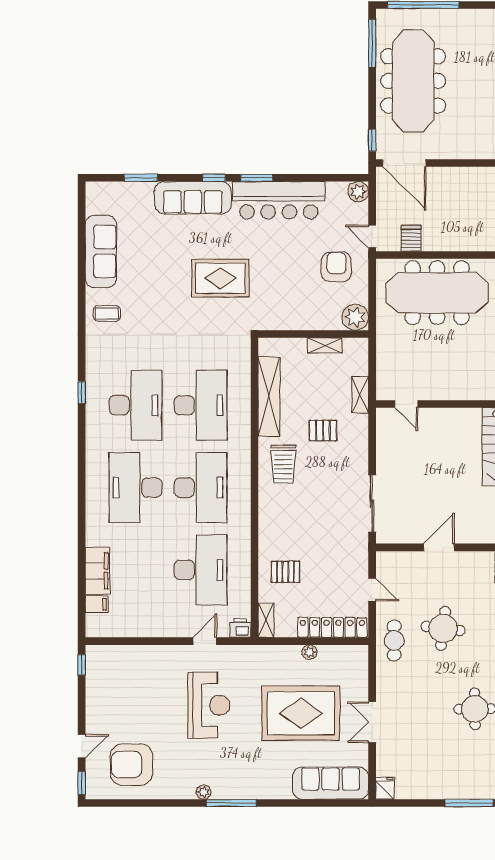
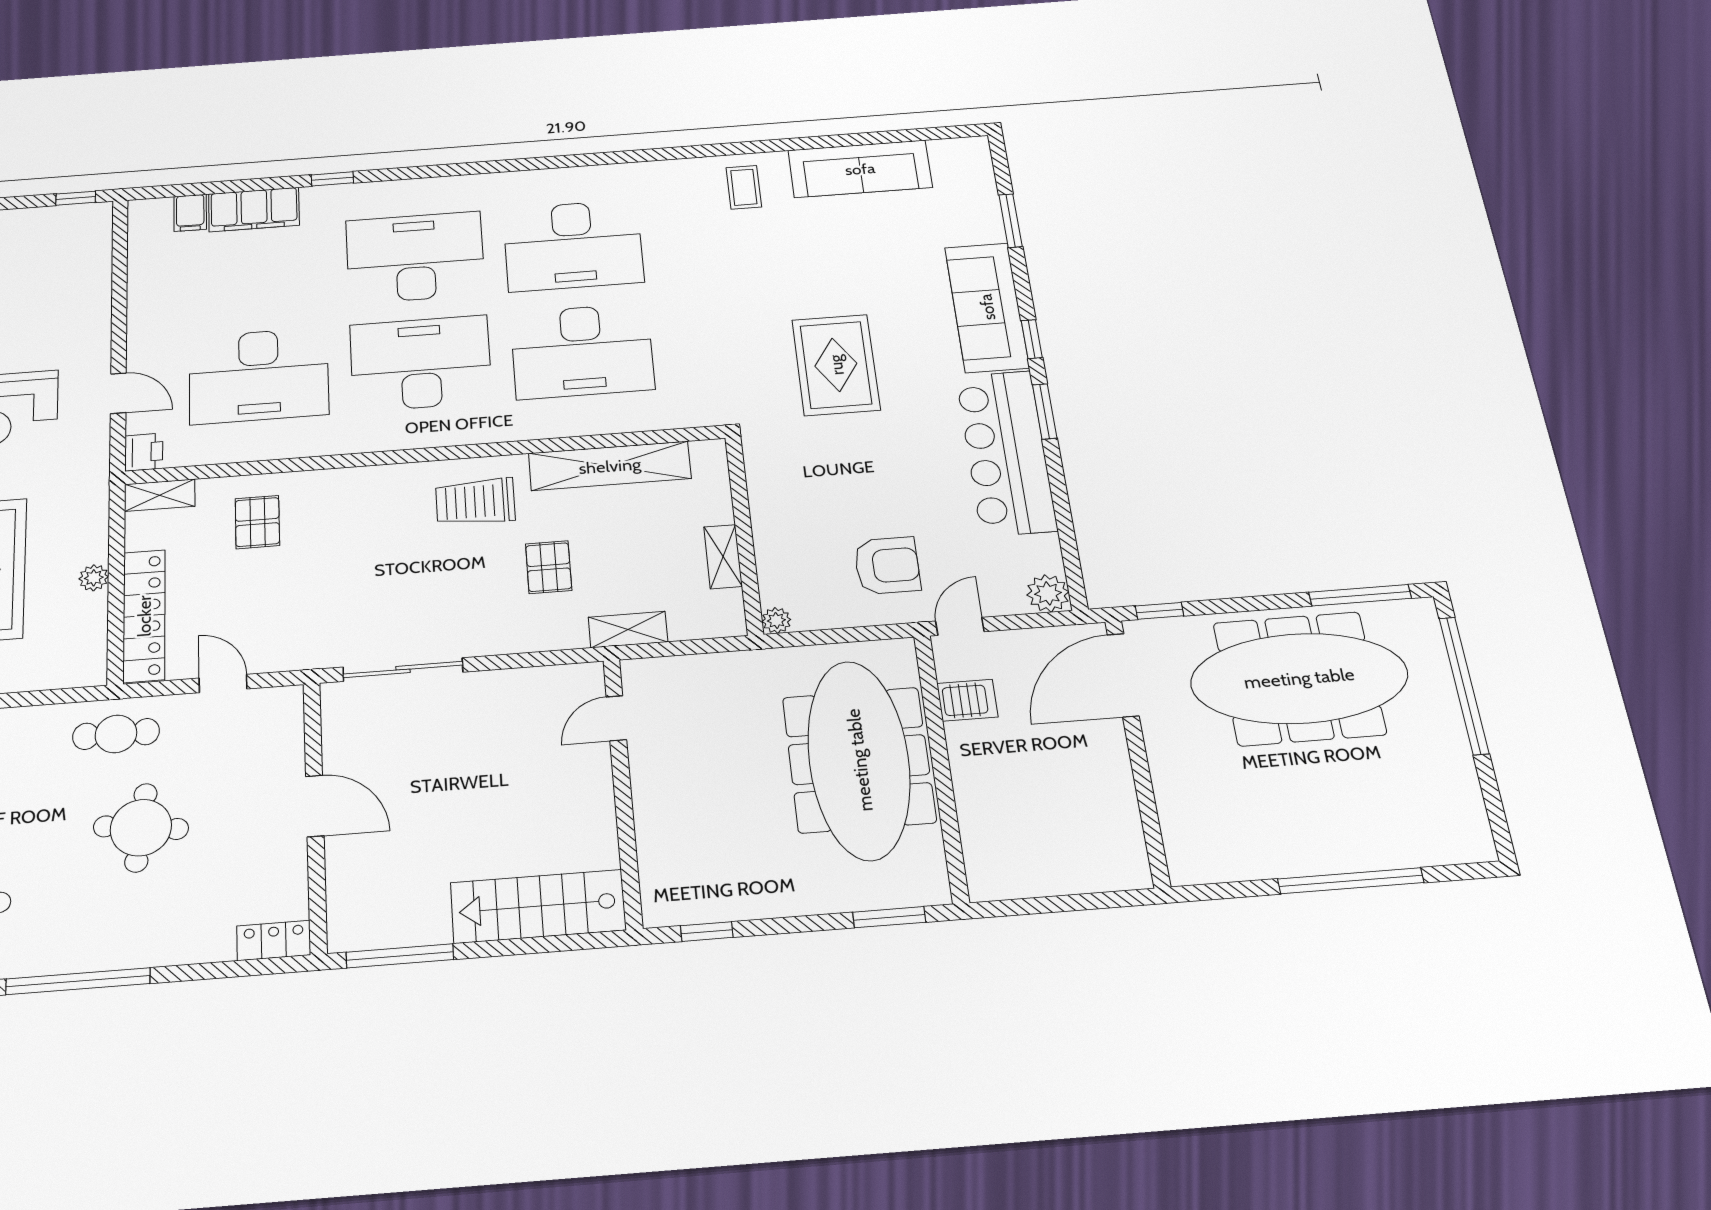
plant: (355, 317) -> (776, 620), width x0.53, depth x0.53
window: (82, 393) -> (332, 179), moved
desk: (201, 488) -> (421, 363), turned 180
door: (372, 590) -> (223, 684), swing flipped

